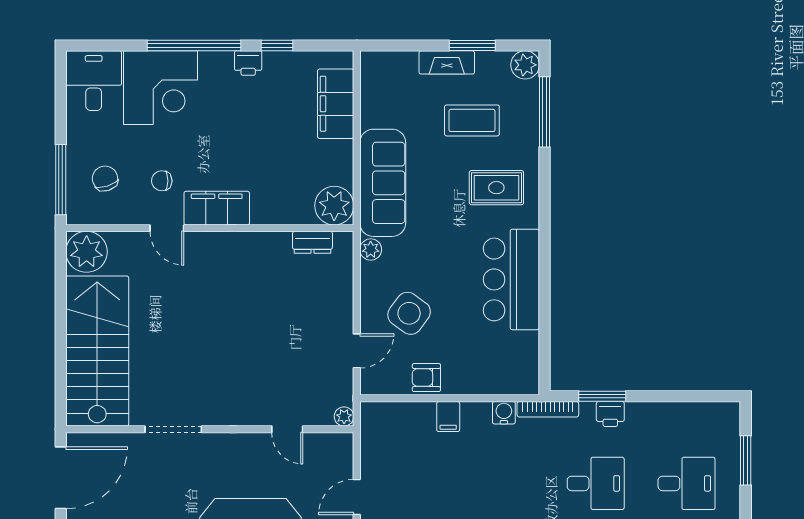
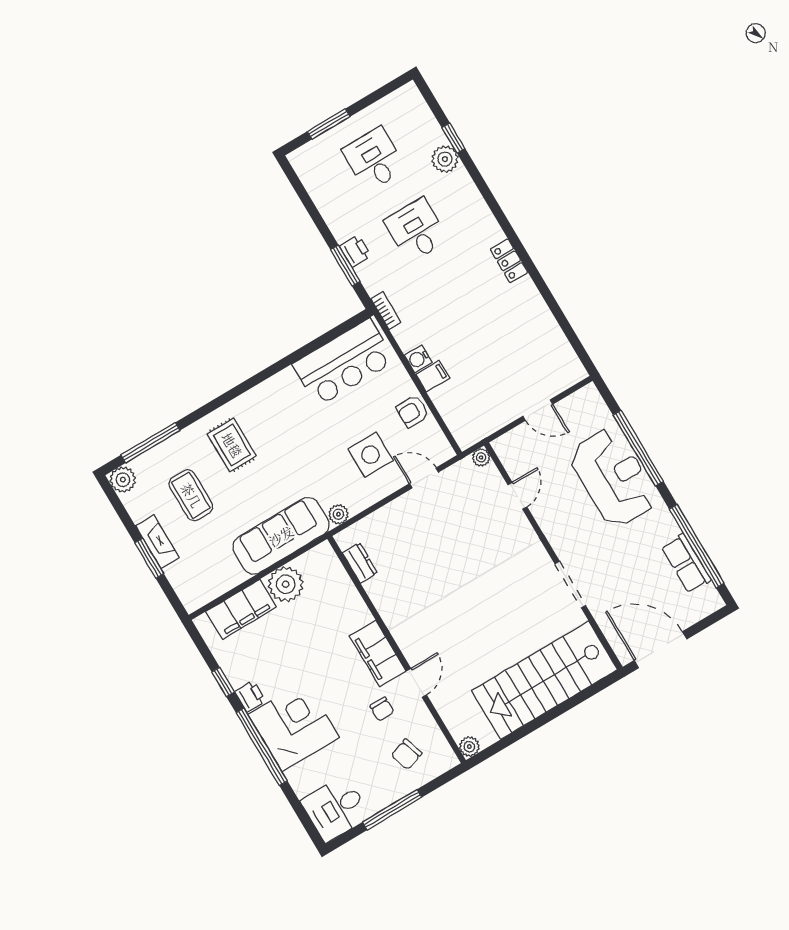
window: (472, 46) -> (149, 558), moved
corner desk: (160, 88) -> (294, 726), moved
window: (61, 180) -> (392, 810), moved
plant: (334, 206) -> (286, 584), moved
plant: (87, 252) -> (469, 747), width x0.53, depth x0.53
bar counter: (511, 279) -> (344, 362), moved
side table: (409, 313) -> (370, 455), turned -36
armchair: (426, 378) -> (412, 411), turned 90
bookcase: (548, 409) -> (386, 310), width x0.64
water cooler: (504, 413) -> (418, 359), moved

